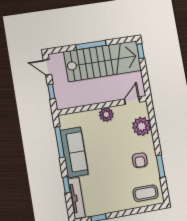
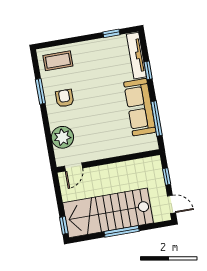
plant: (106, 115) -> (103, 151), removed

